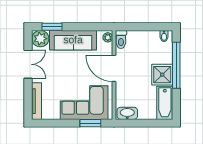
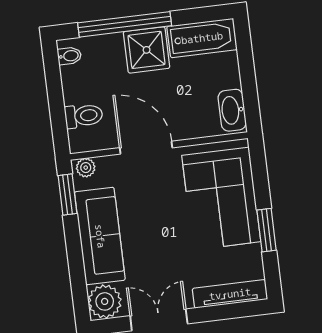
window: (52, 27) -> (67, 194), moved
toilet: (121, 40) -> (84, 116), moved
door: (114, 68) -> (146, 148), swing flipped
window: (90, 123) -> (267, 230), moved

